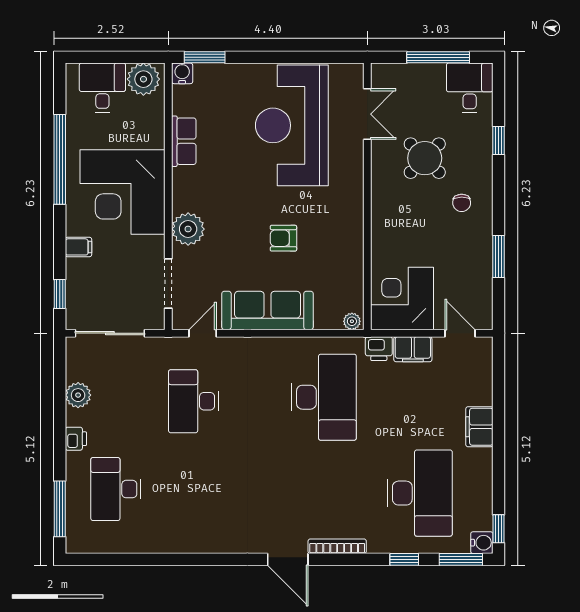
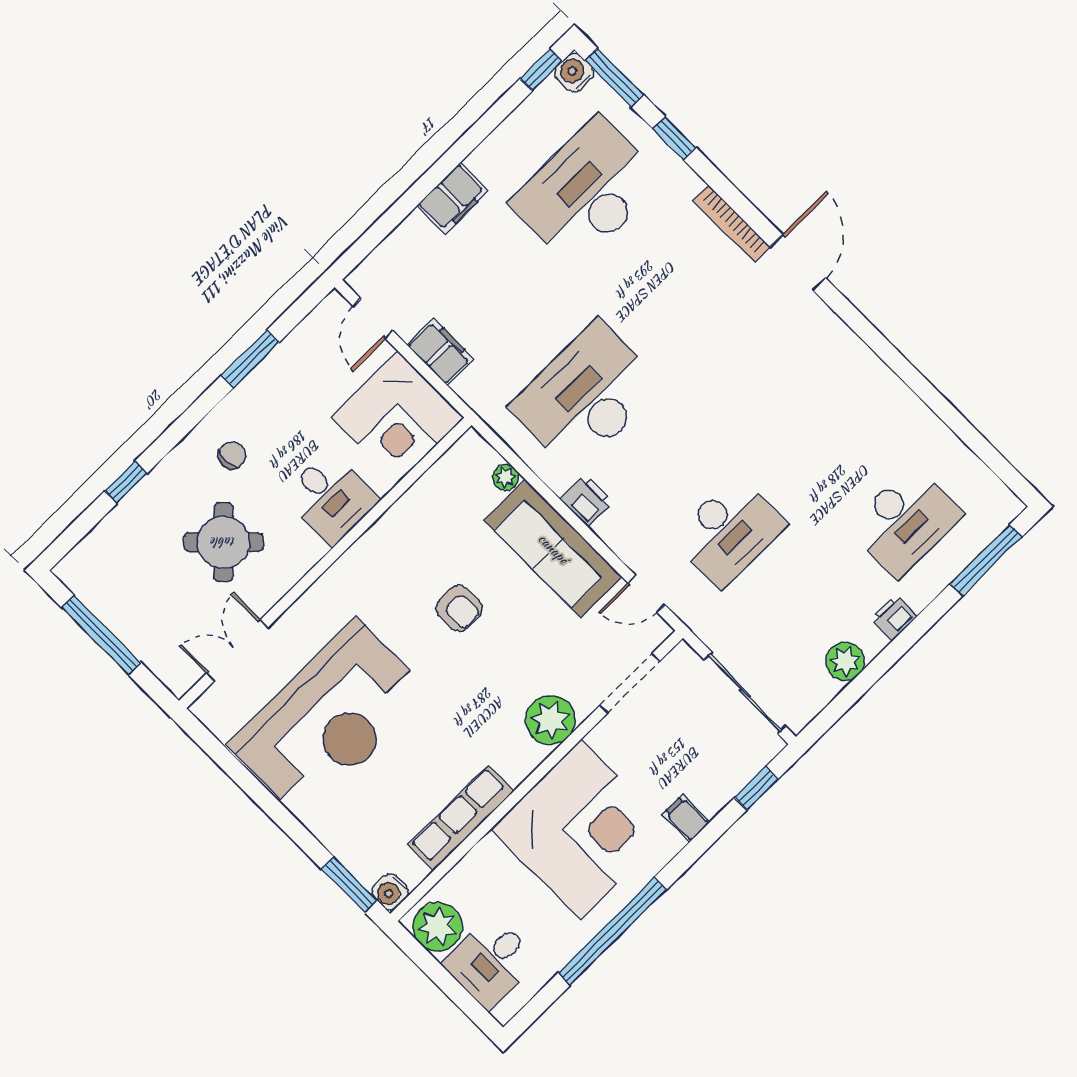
desk: (470, 88) -> (331, 497), moved, turned -90
row of seats: (184, 141) -> (461, 818), width x1.48
plant: (352, 321) -> (505, 477), moved
printer: (379, 349) -> (587, 500), moved

